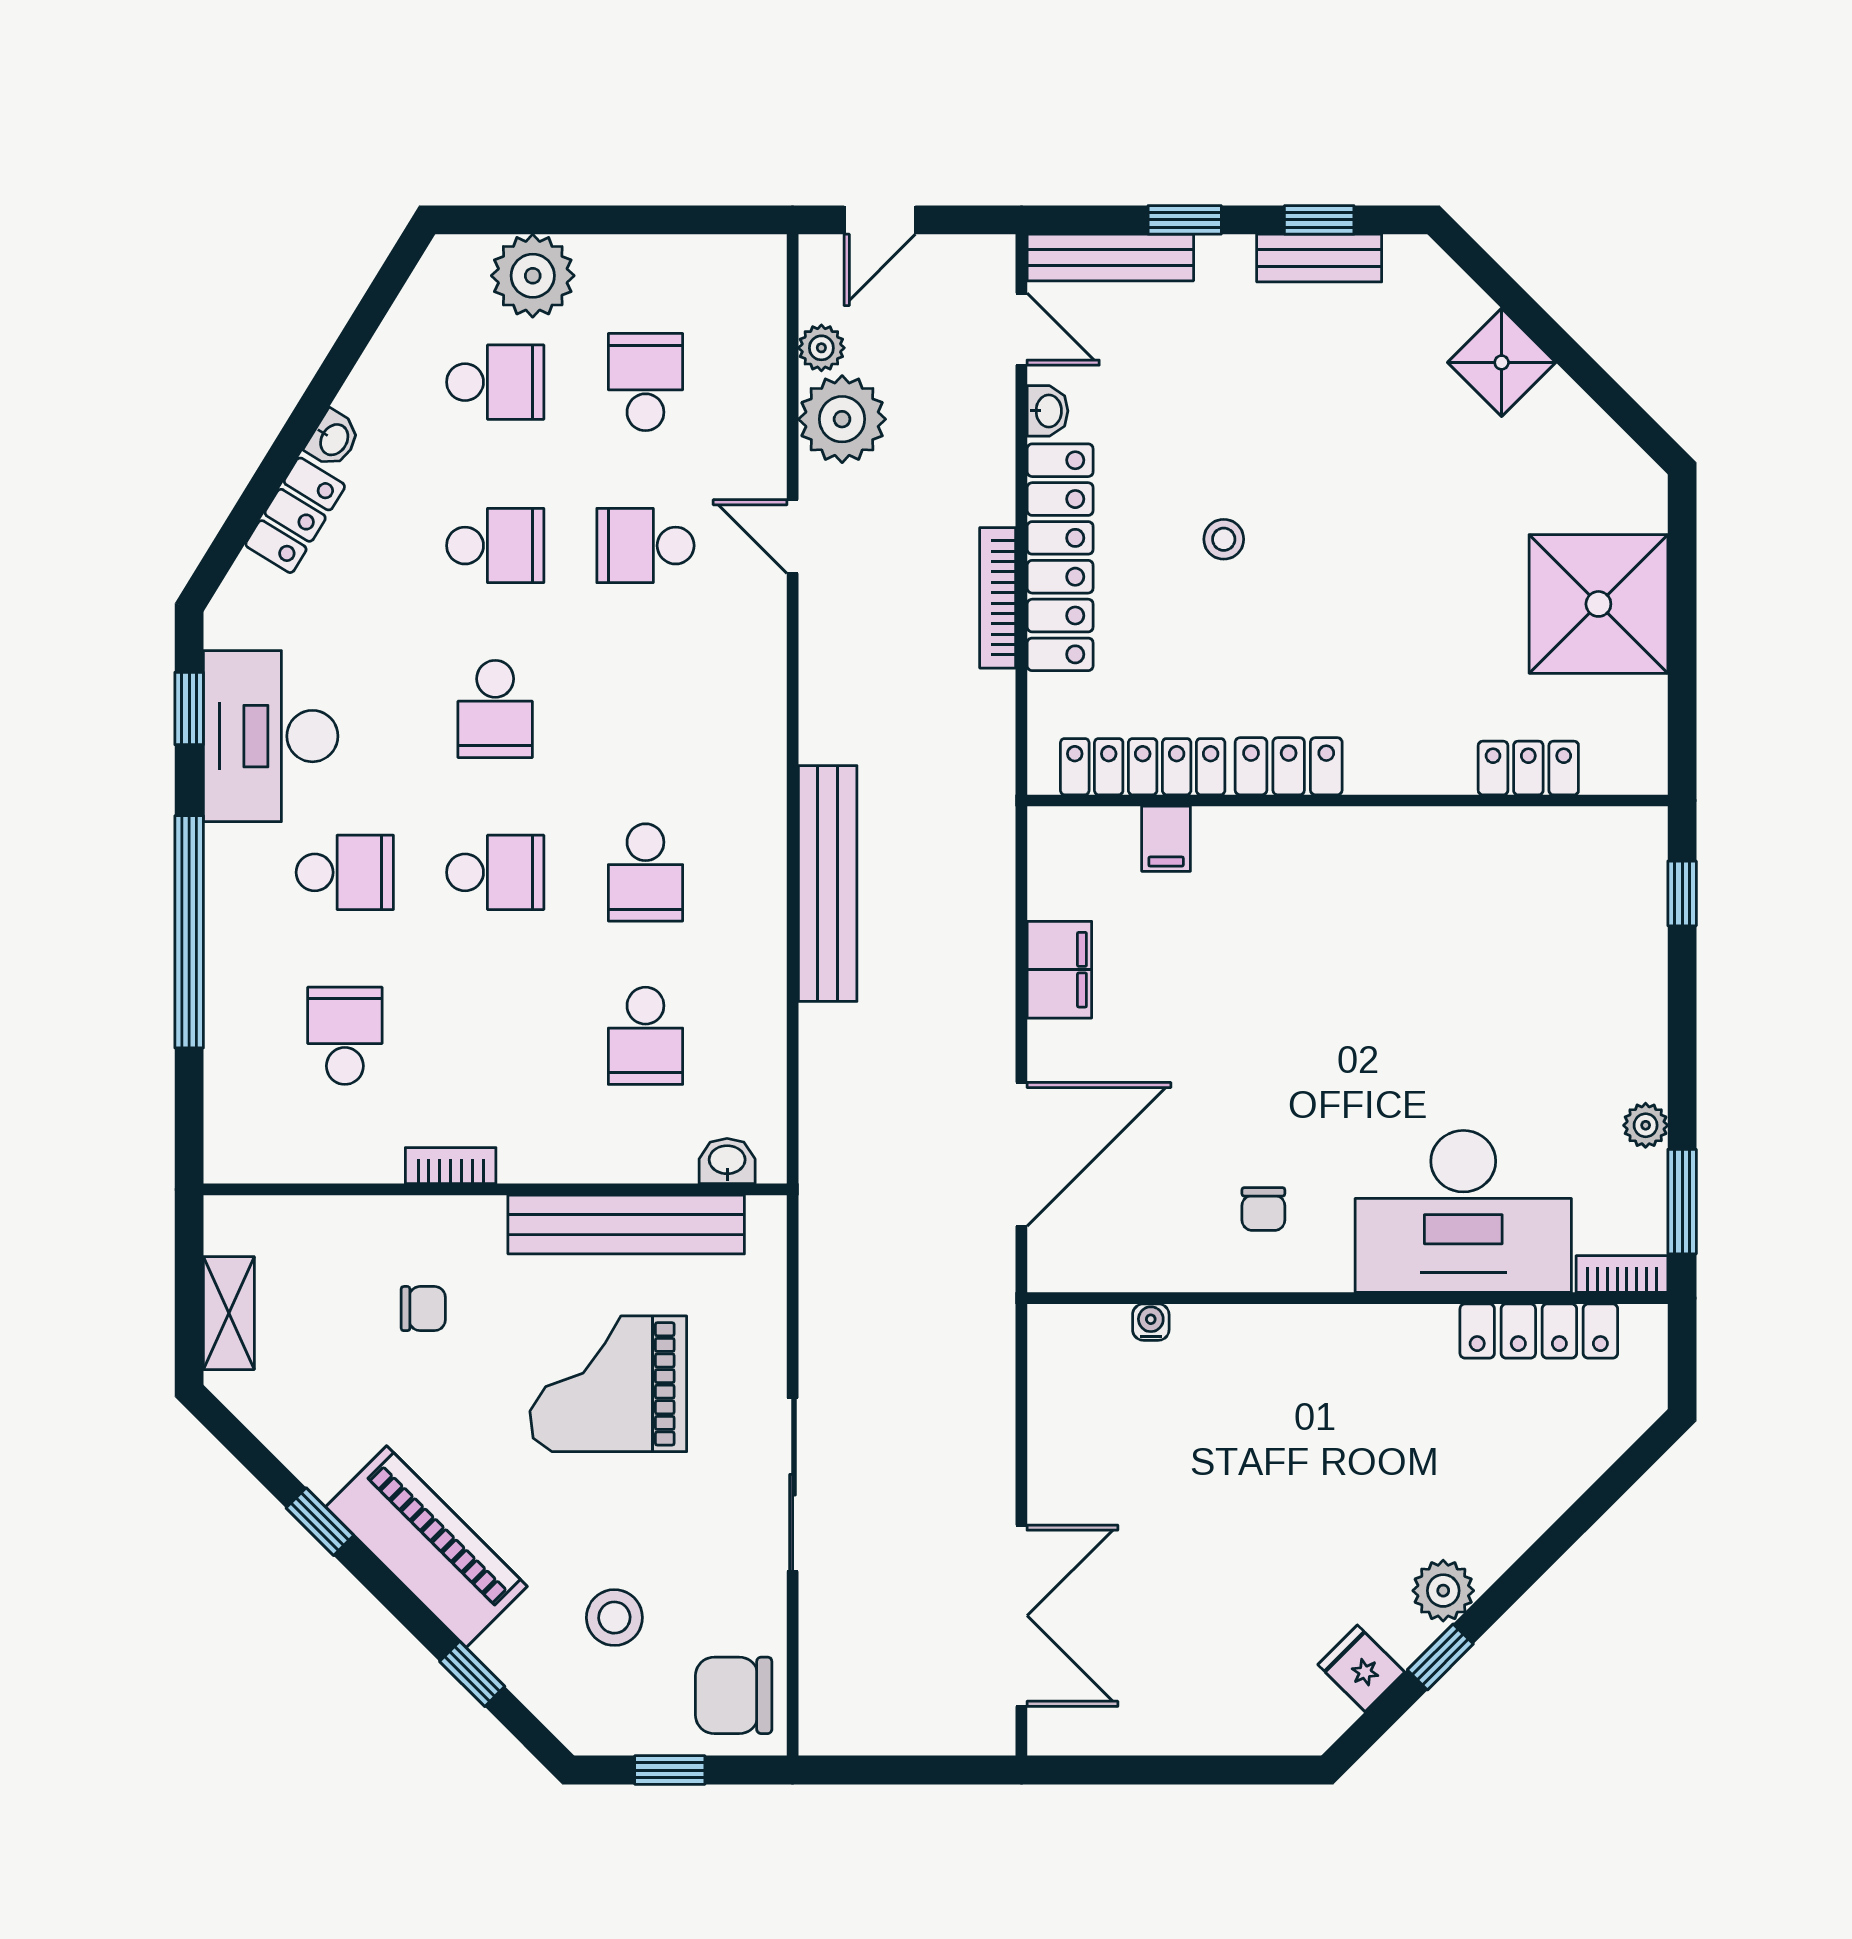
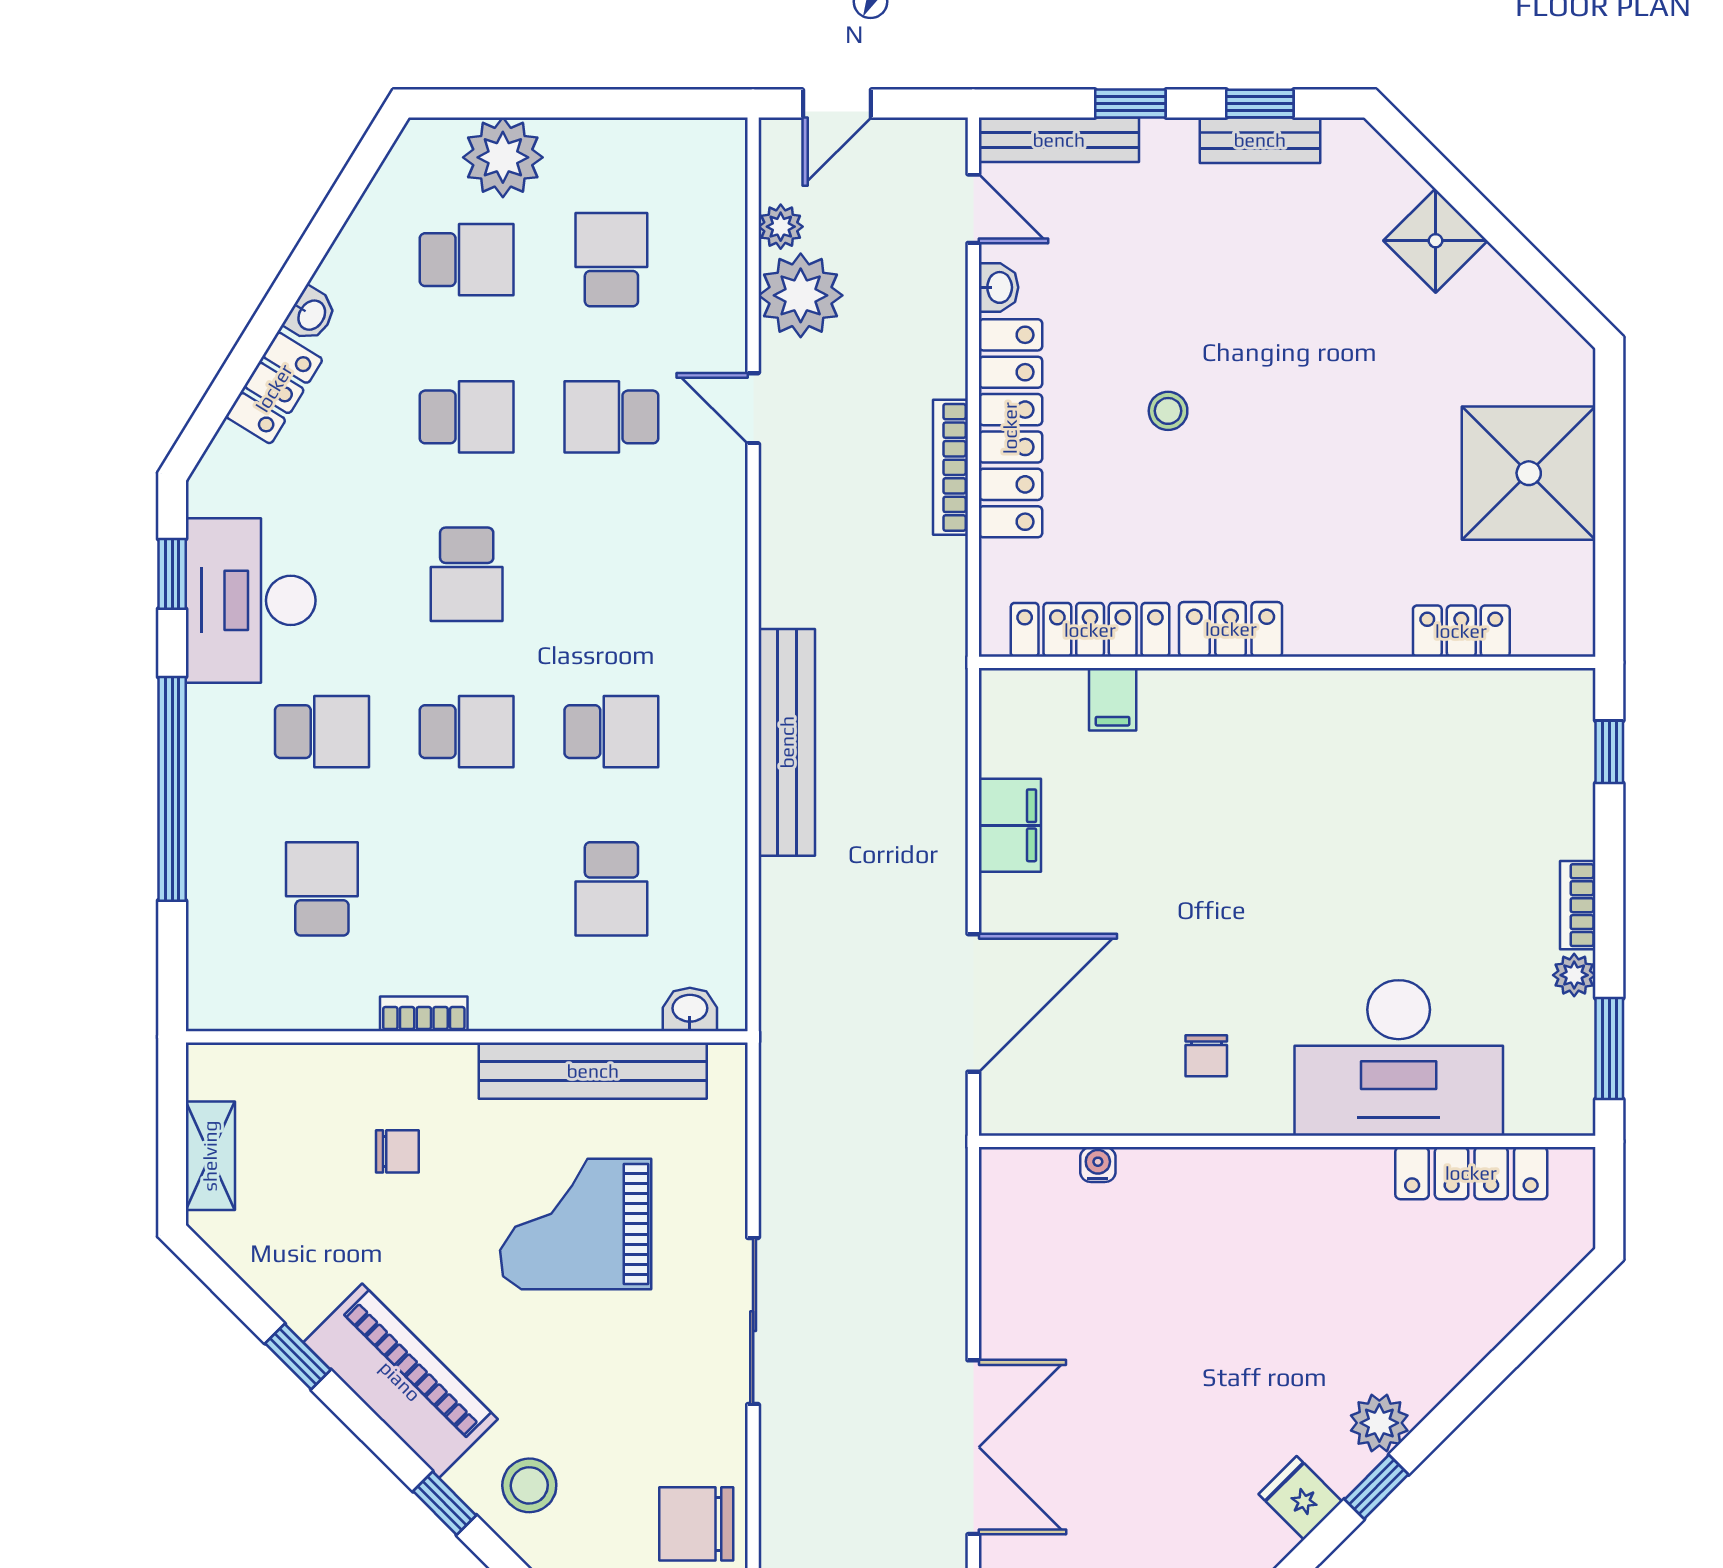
school desk: (645, 872) -> (611, 732), turned -90
bookcase: (1622, 1274) -> (1578, 905), moved, turned -90
stool: (614, 1618) -> (529, 1485), moved

